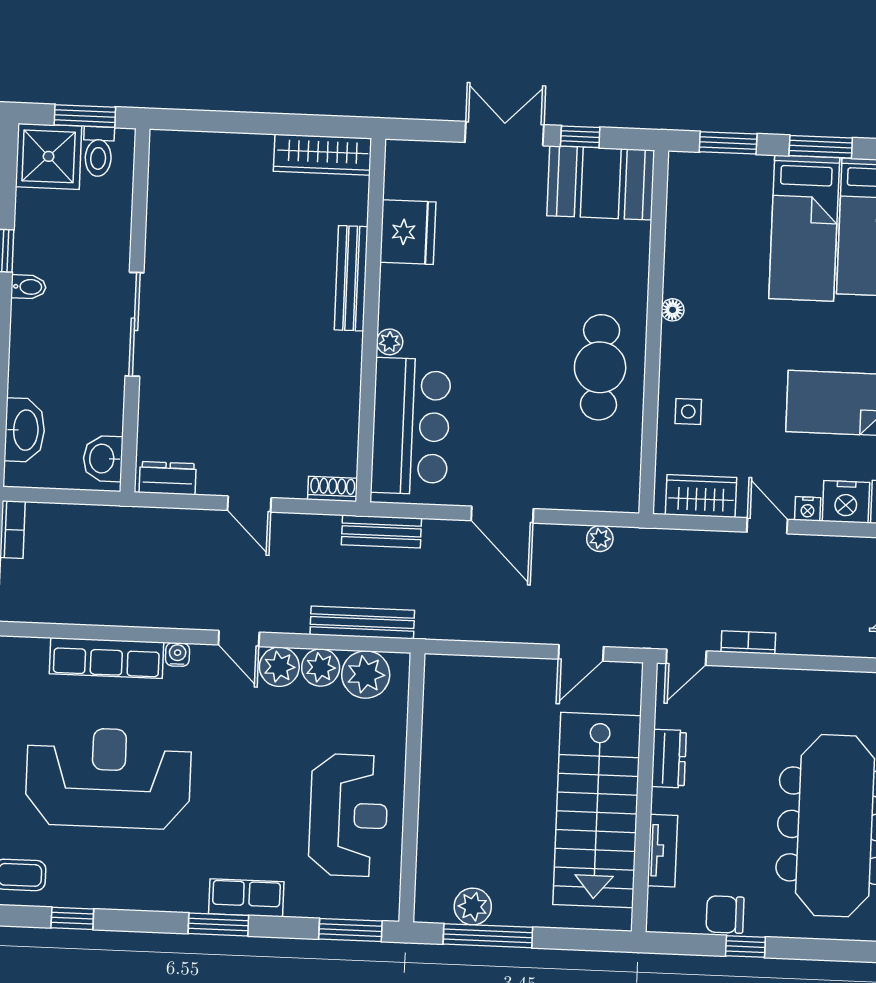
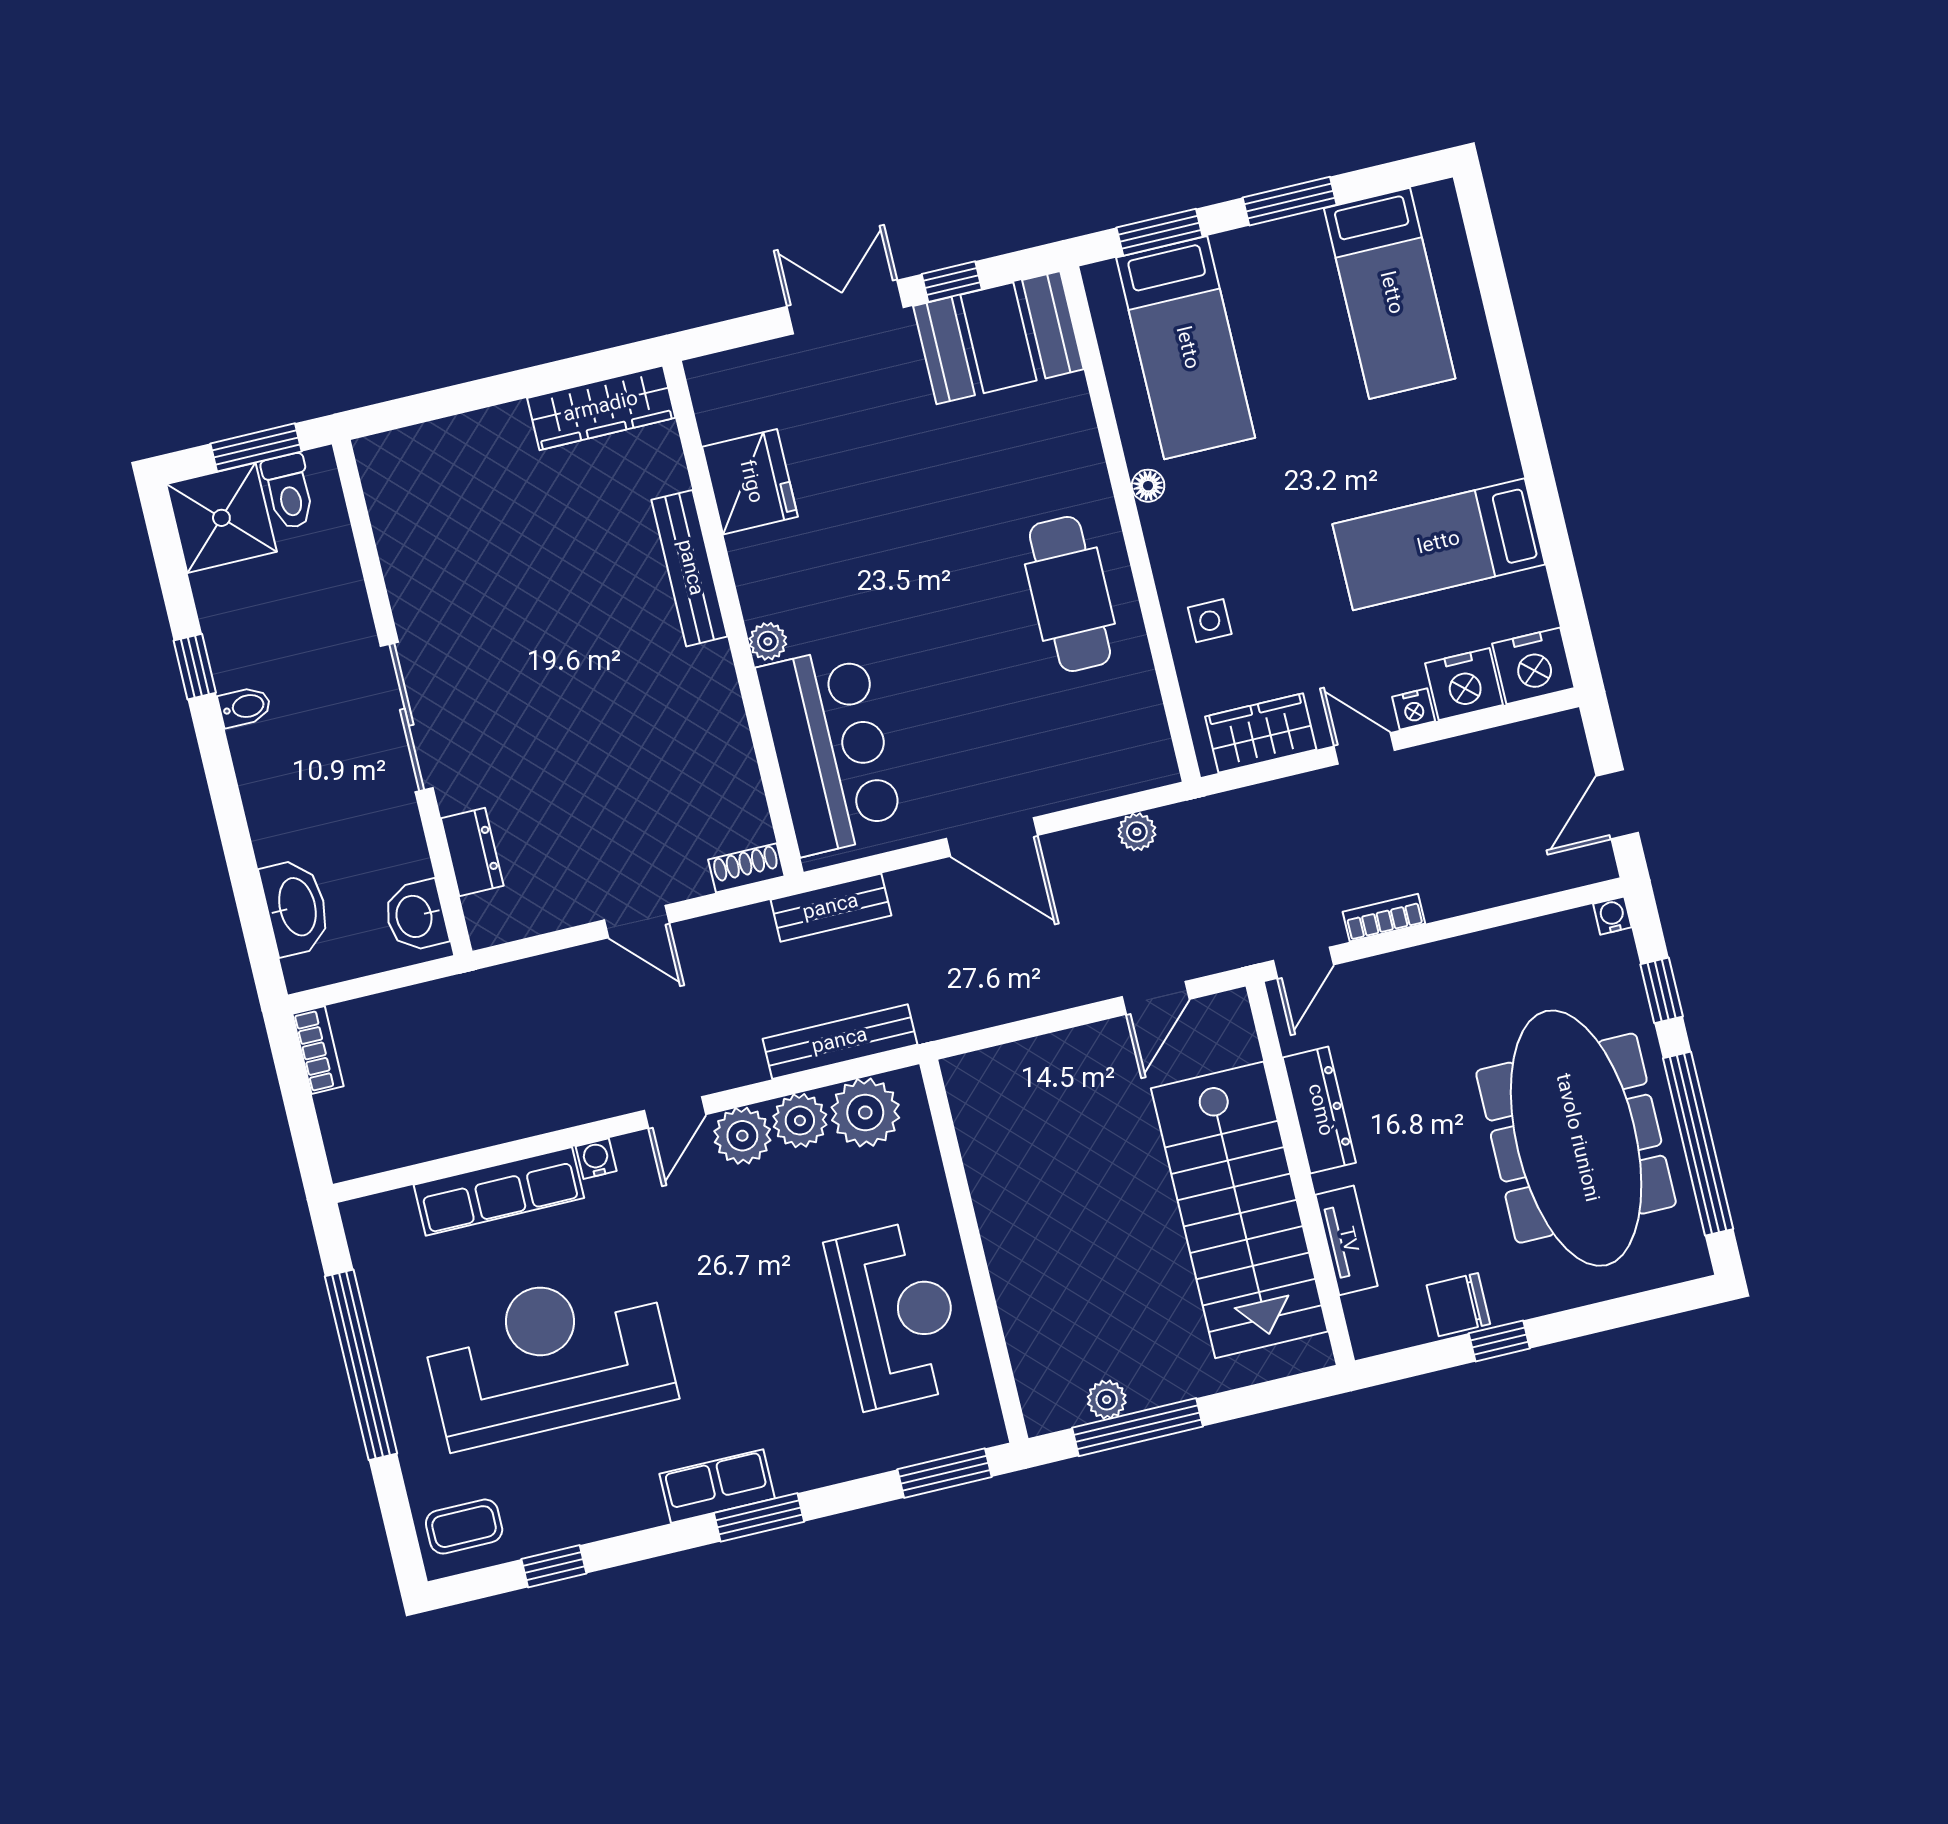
bed: (804, 228) -> (1186, 348), moved
dresser: (168, 478) -> (472, 852), moved, turned 90
door: (239, 639) -> (675, 1112), hinge flipped
dresser: (669, 759) -> (1319, 1110), width x1.44
row of seats: (246, 898) -> (717, 1486), moved
plant: (473, 907) -> (1107, 1400), width x0.73, depth x0.73

